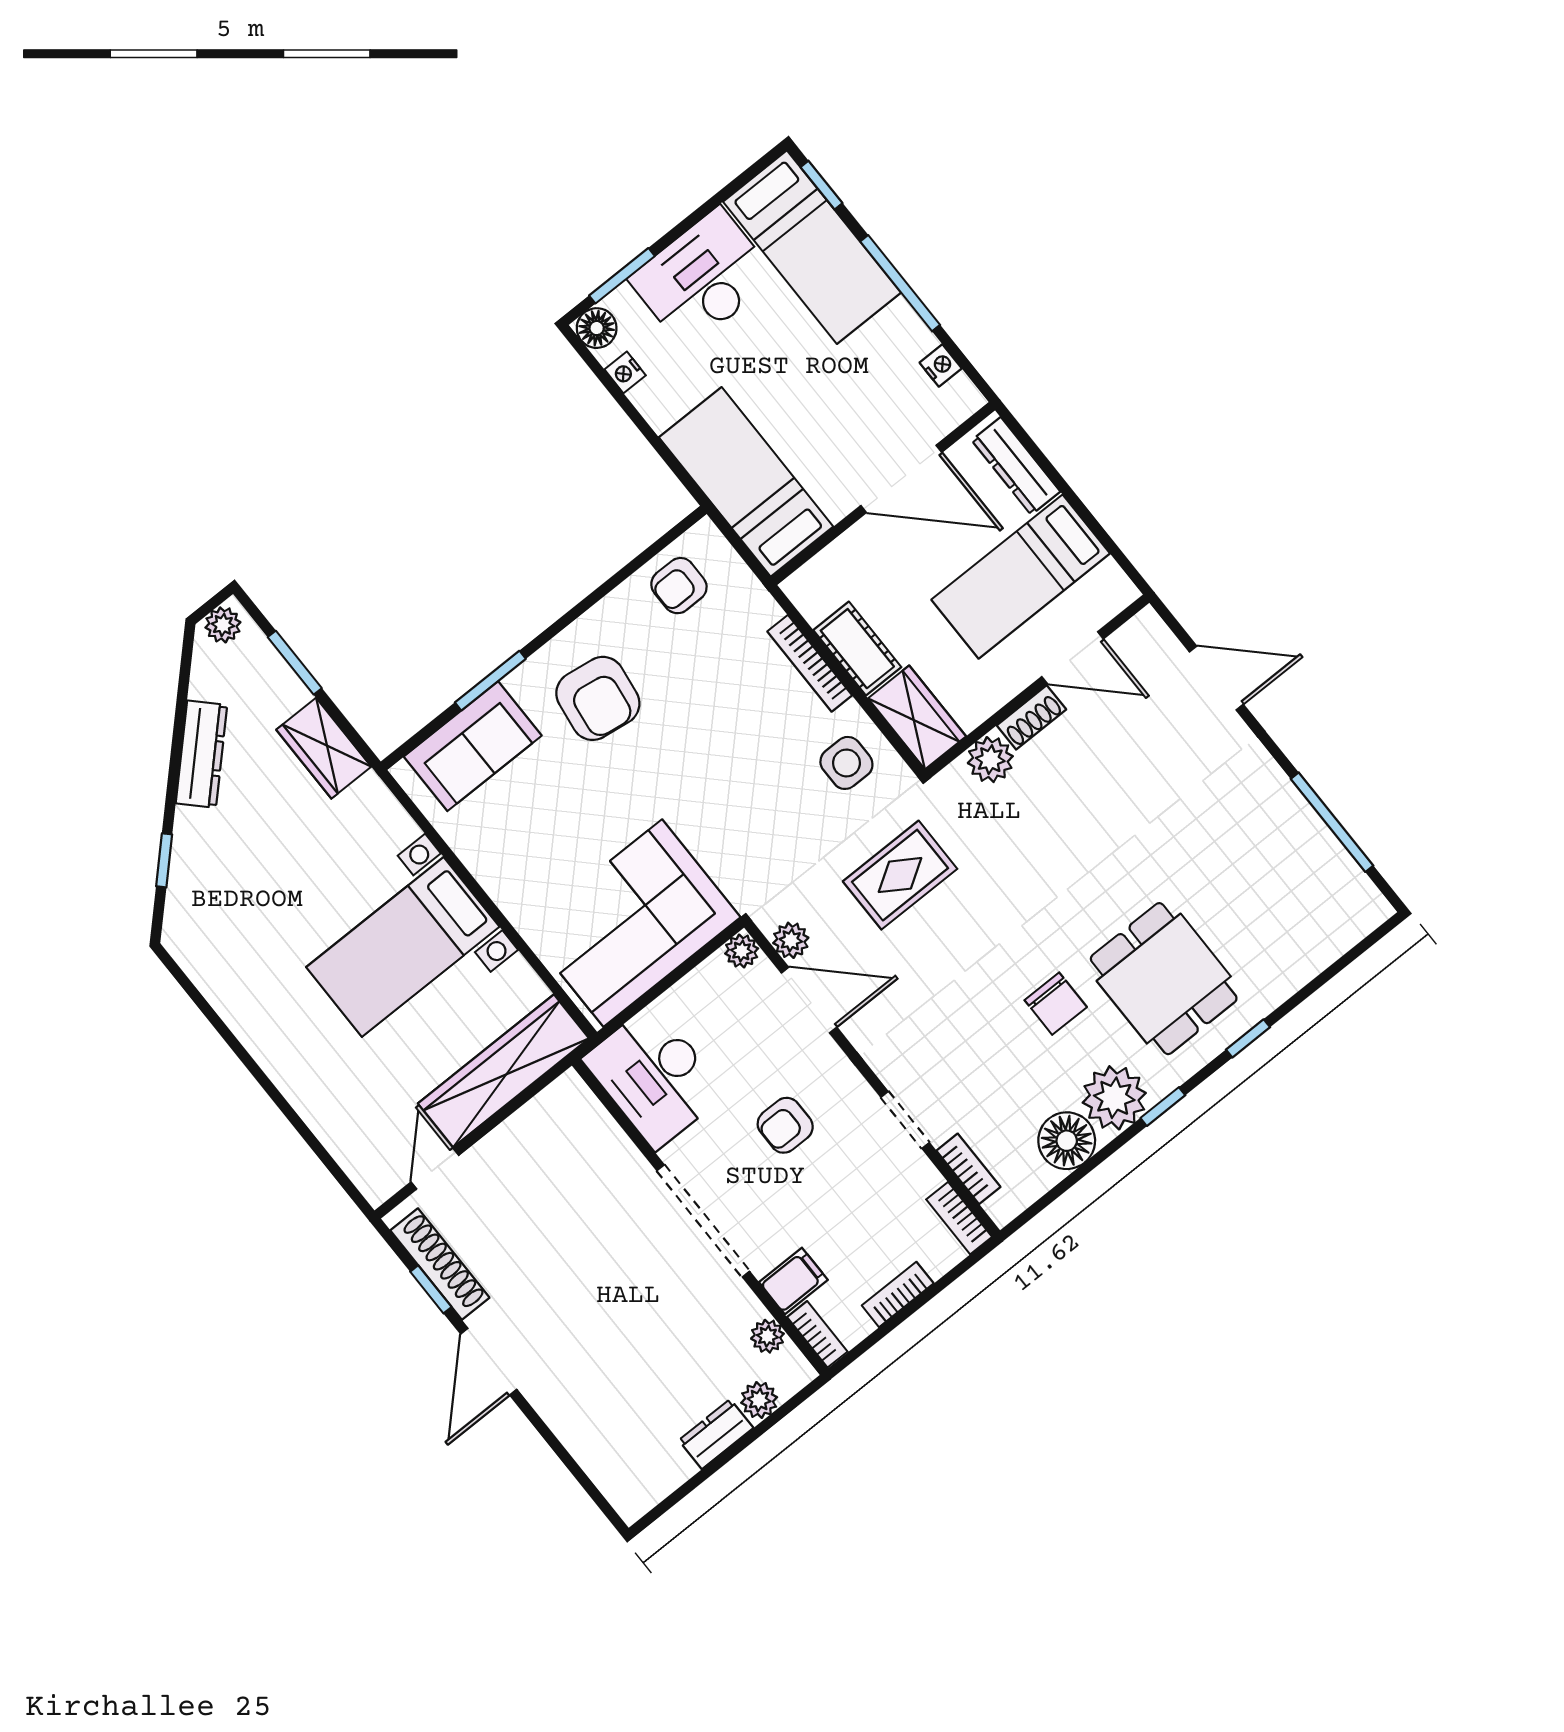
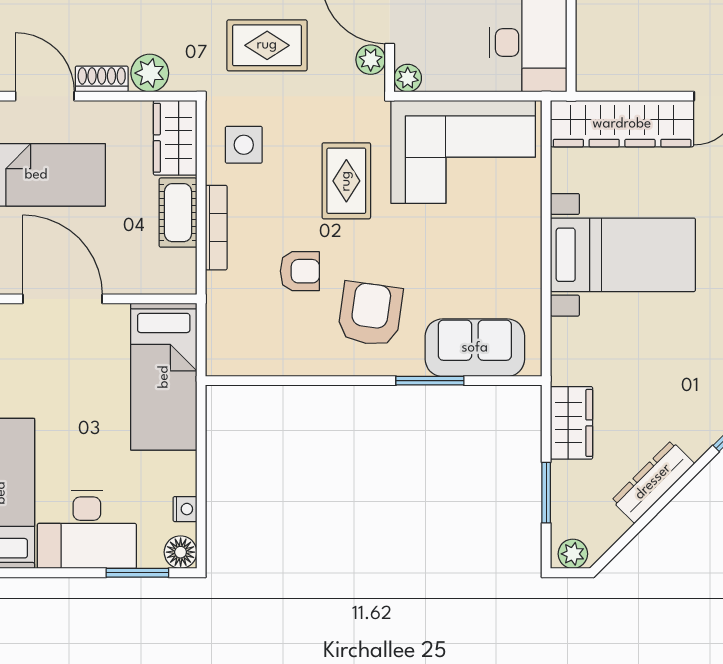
armchair: (679, 586) -> (300, 271), moved
rug: (722, 807) -> (346, 181), added

